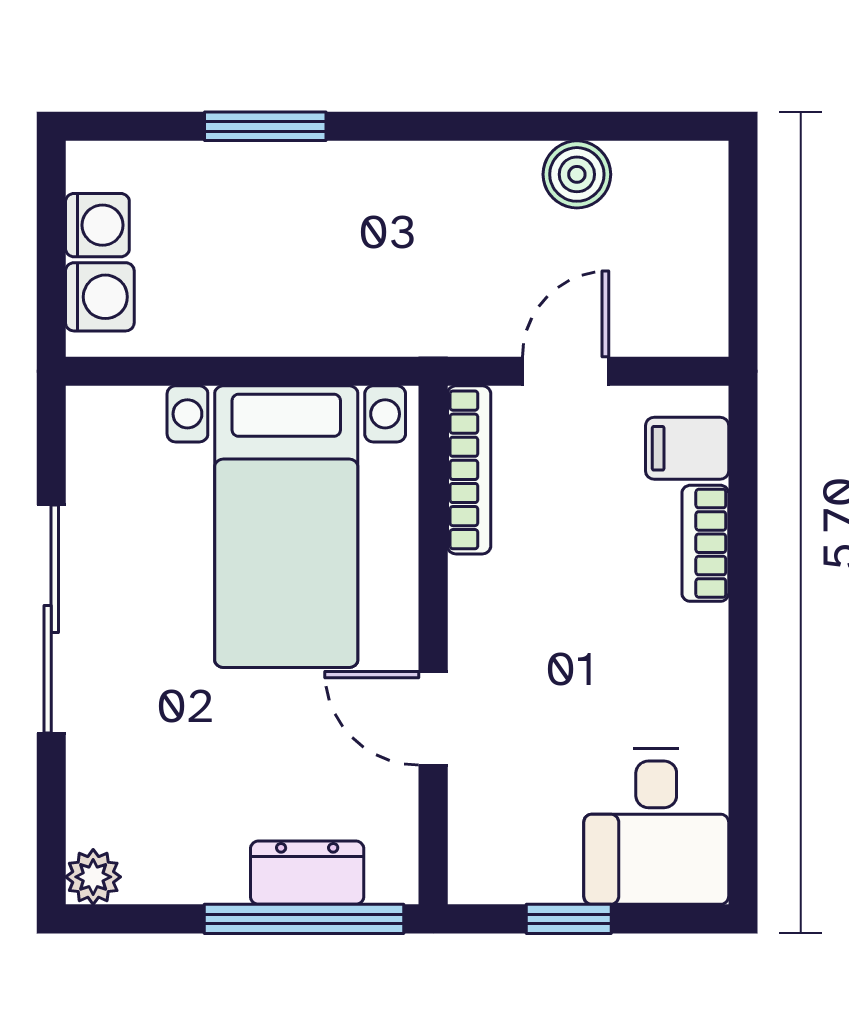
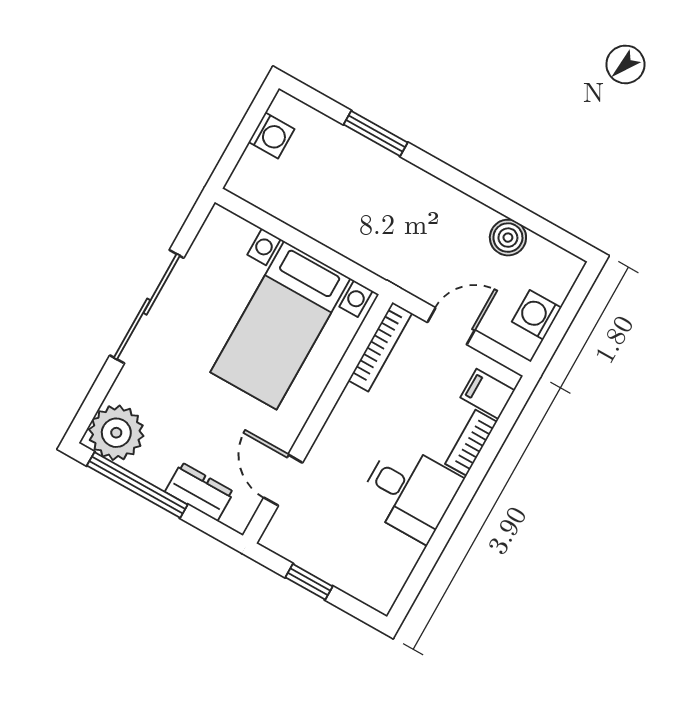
washing machine: (100, 297) -> (536, 315), moved, turned 180
door: (433, 718) -> (283, 480), moved
desk: (656, 826) -> (410, 492), moved, turned -90
plant: (93, 877) -> (116, 433), width x1.87, depth x1.87
window: (304, 919) -> (137, 485), moved

